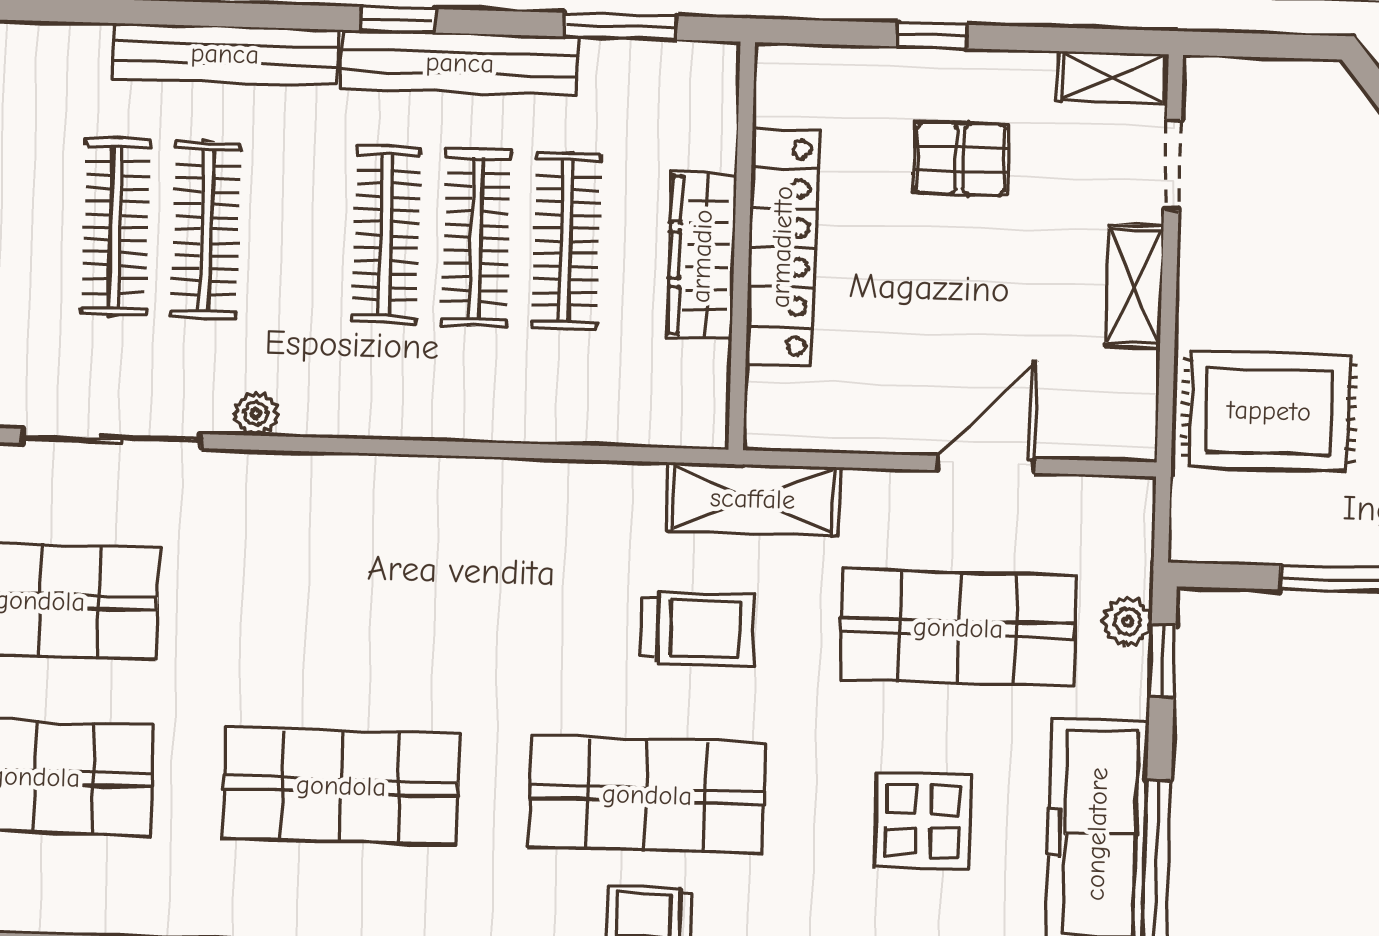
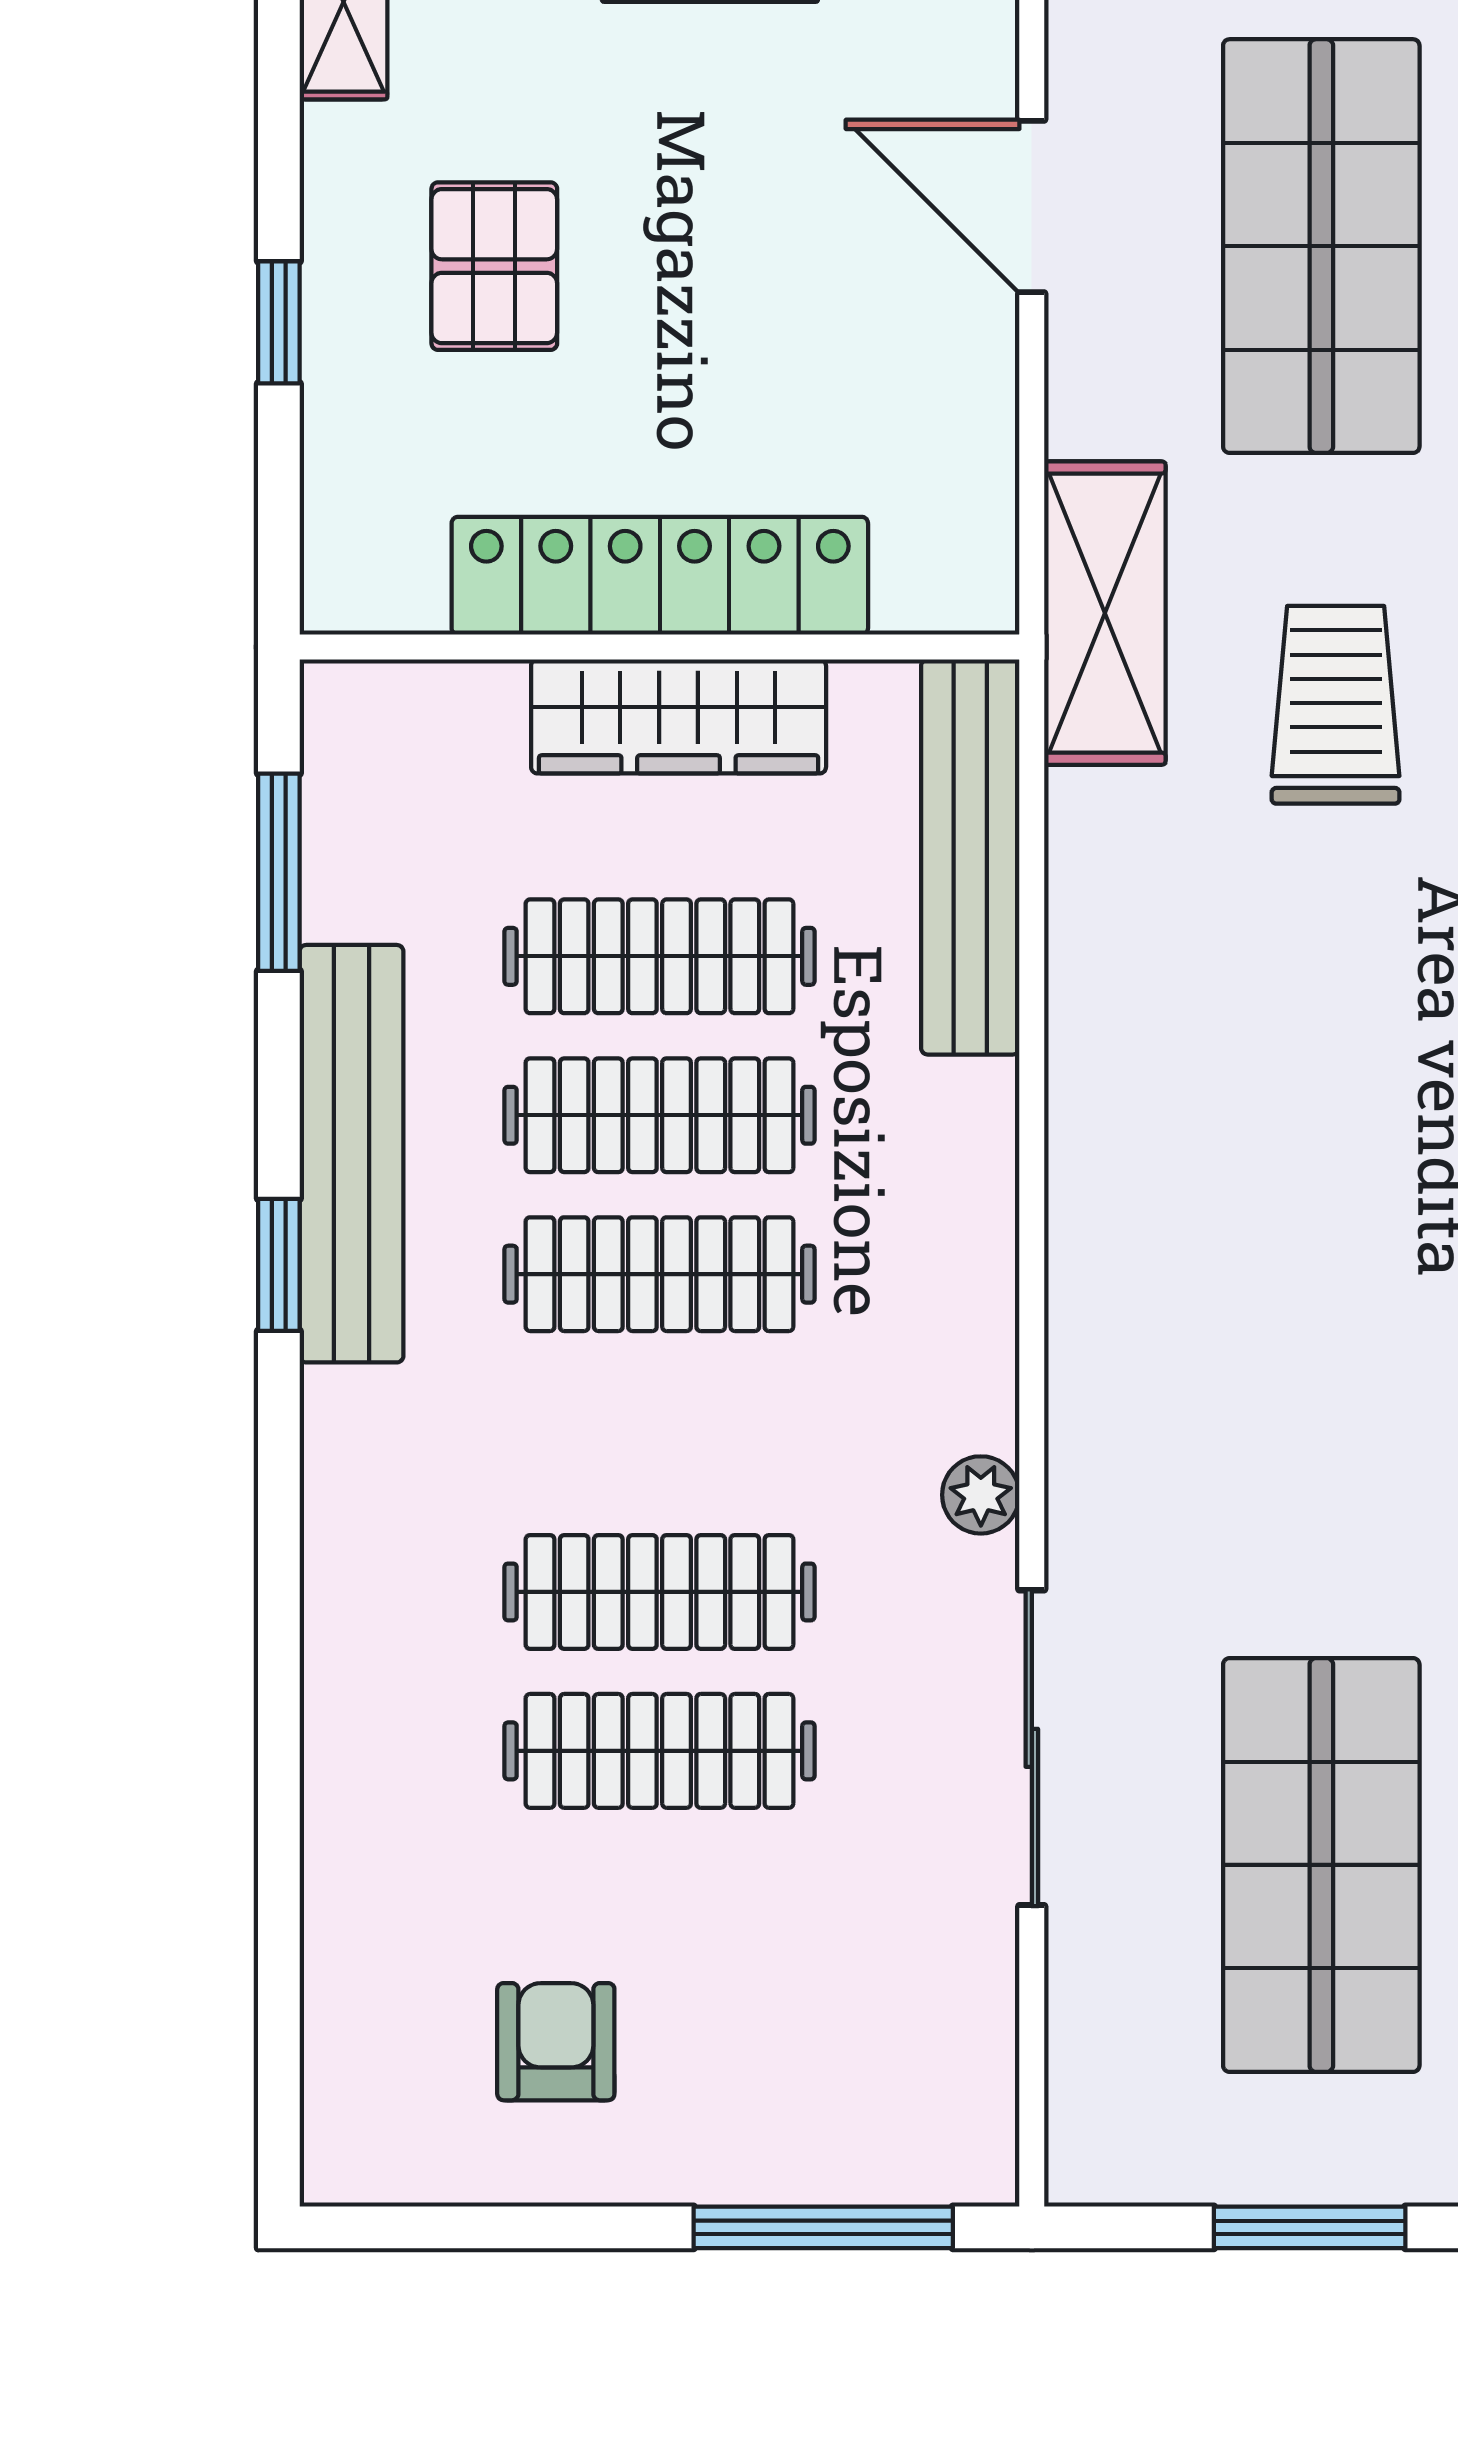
bench: (225, 54) -> (970, 857), moved

